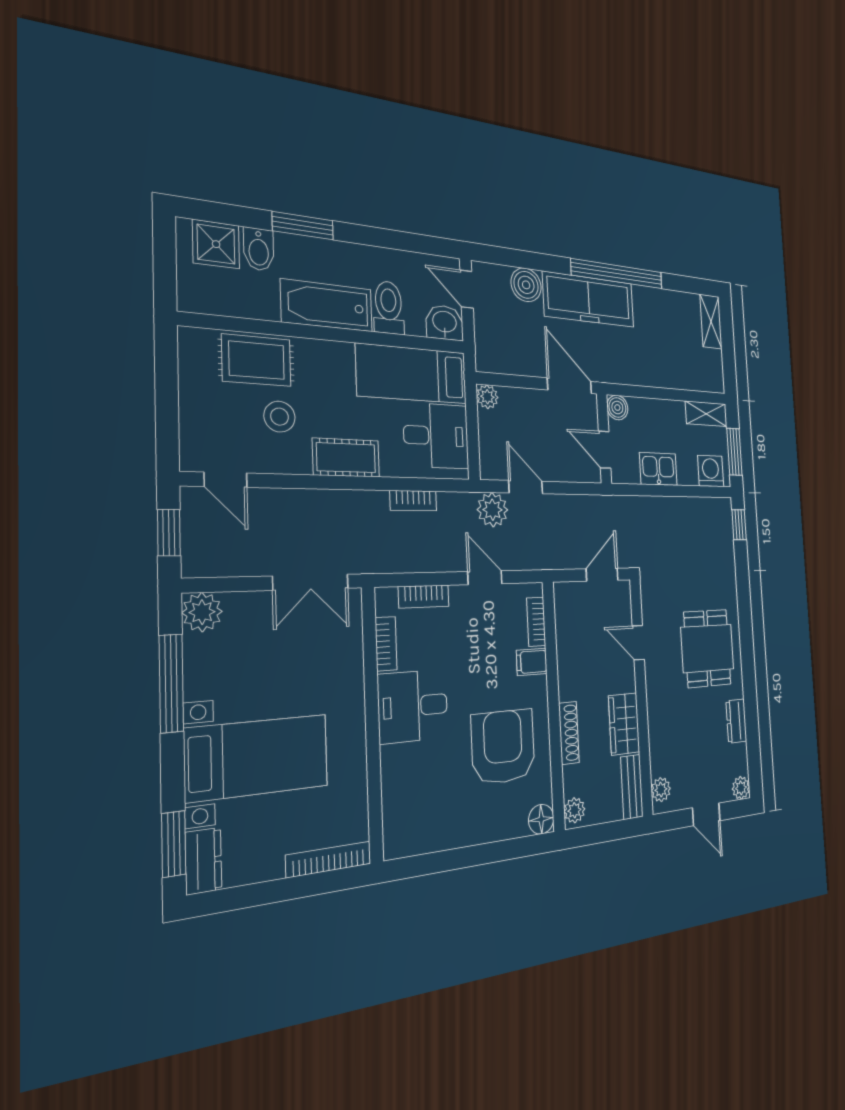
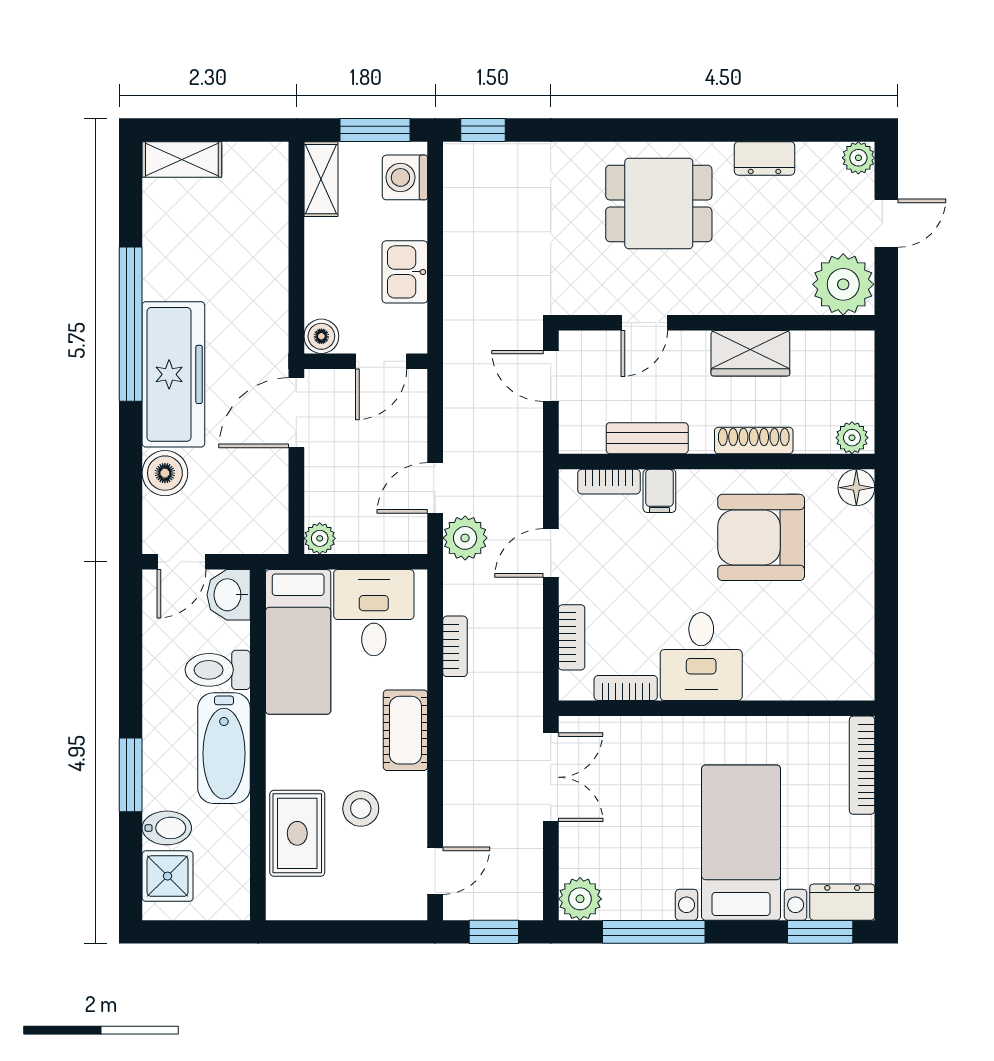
bench: (632, 787) -> (647, 438), moved
plant: (661, 790) -> (843, 284), width x1.88, depth x1.88

